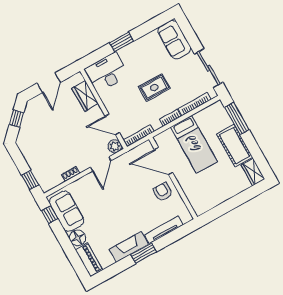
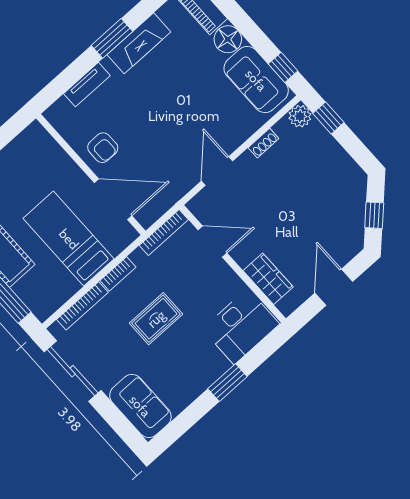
plant: (115, 146) -> (300, 116), moved
tv unit: (164, 230) -> (87, 85), width x0.71

